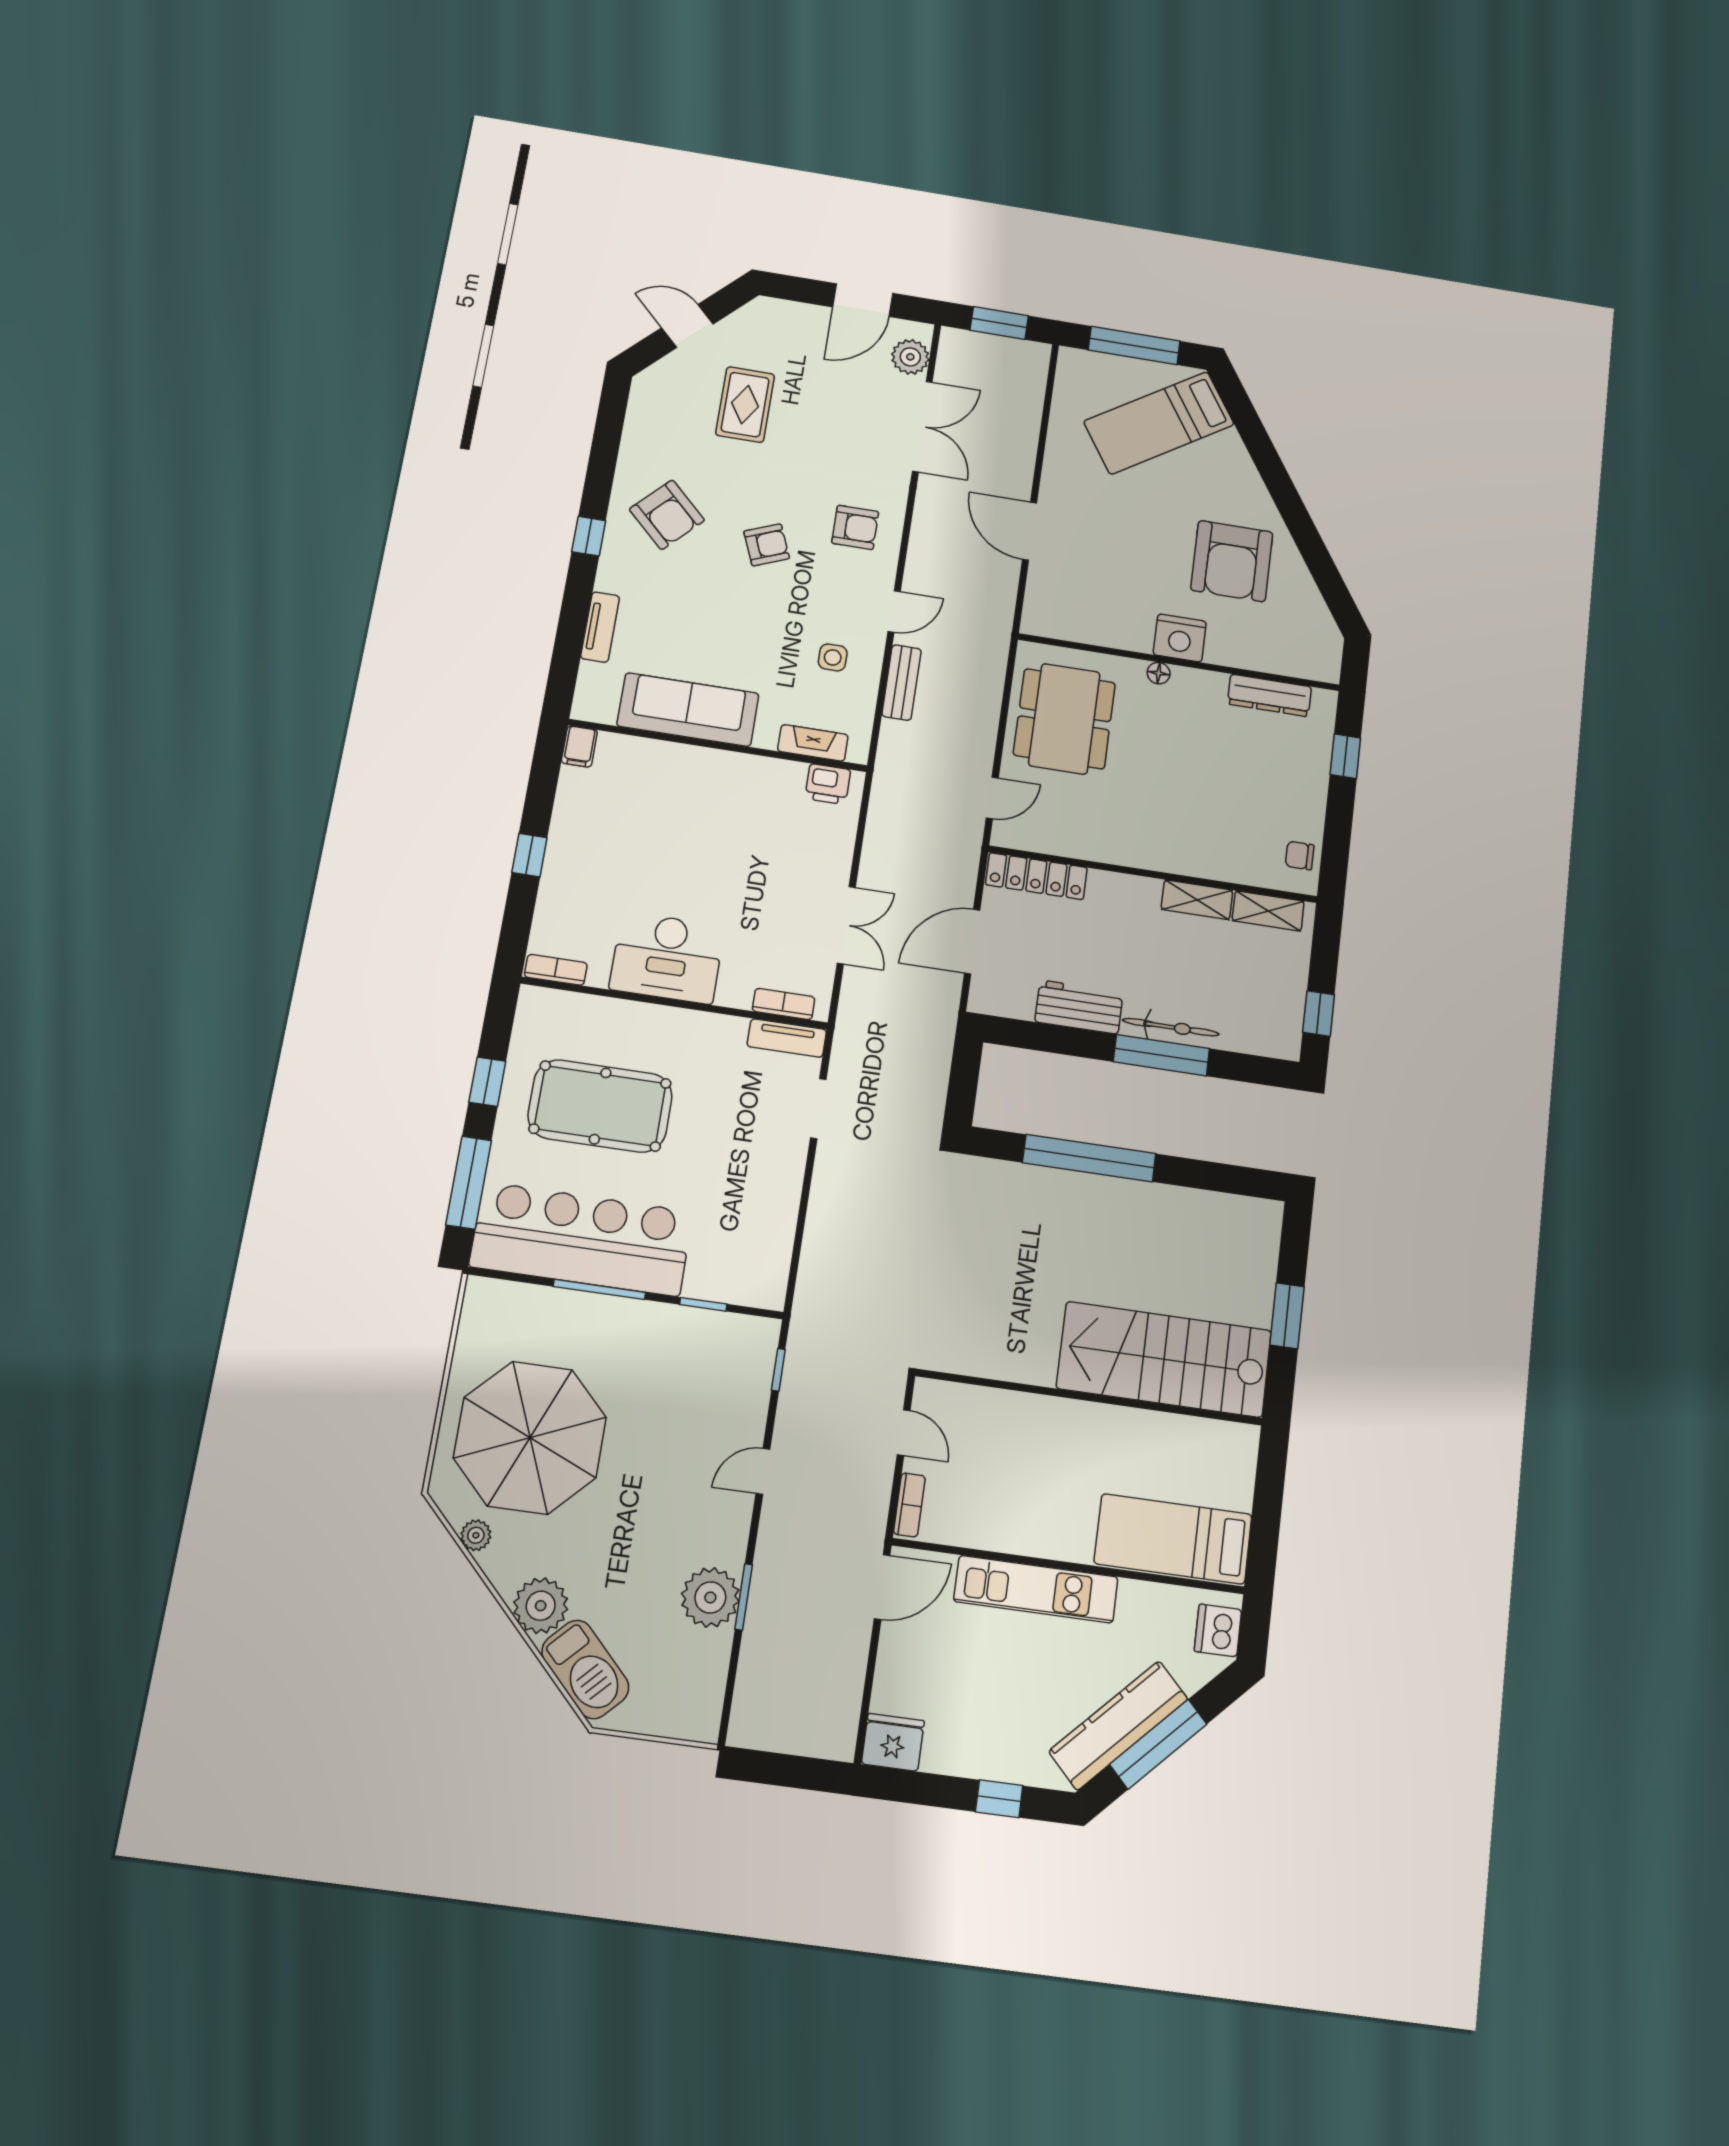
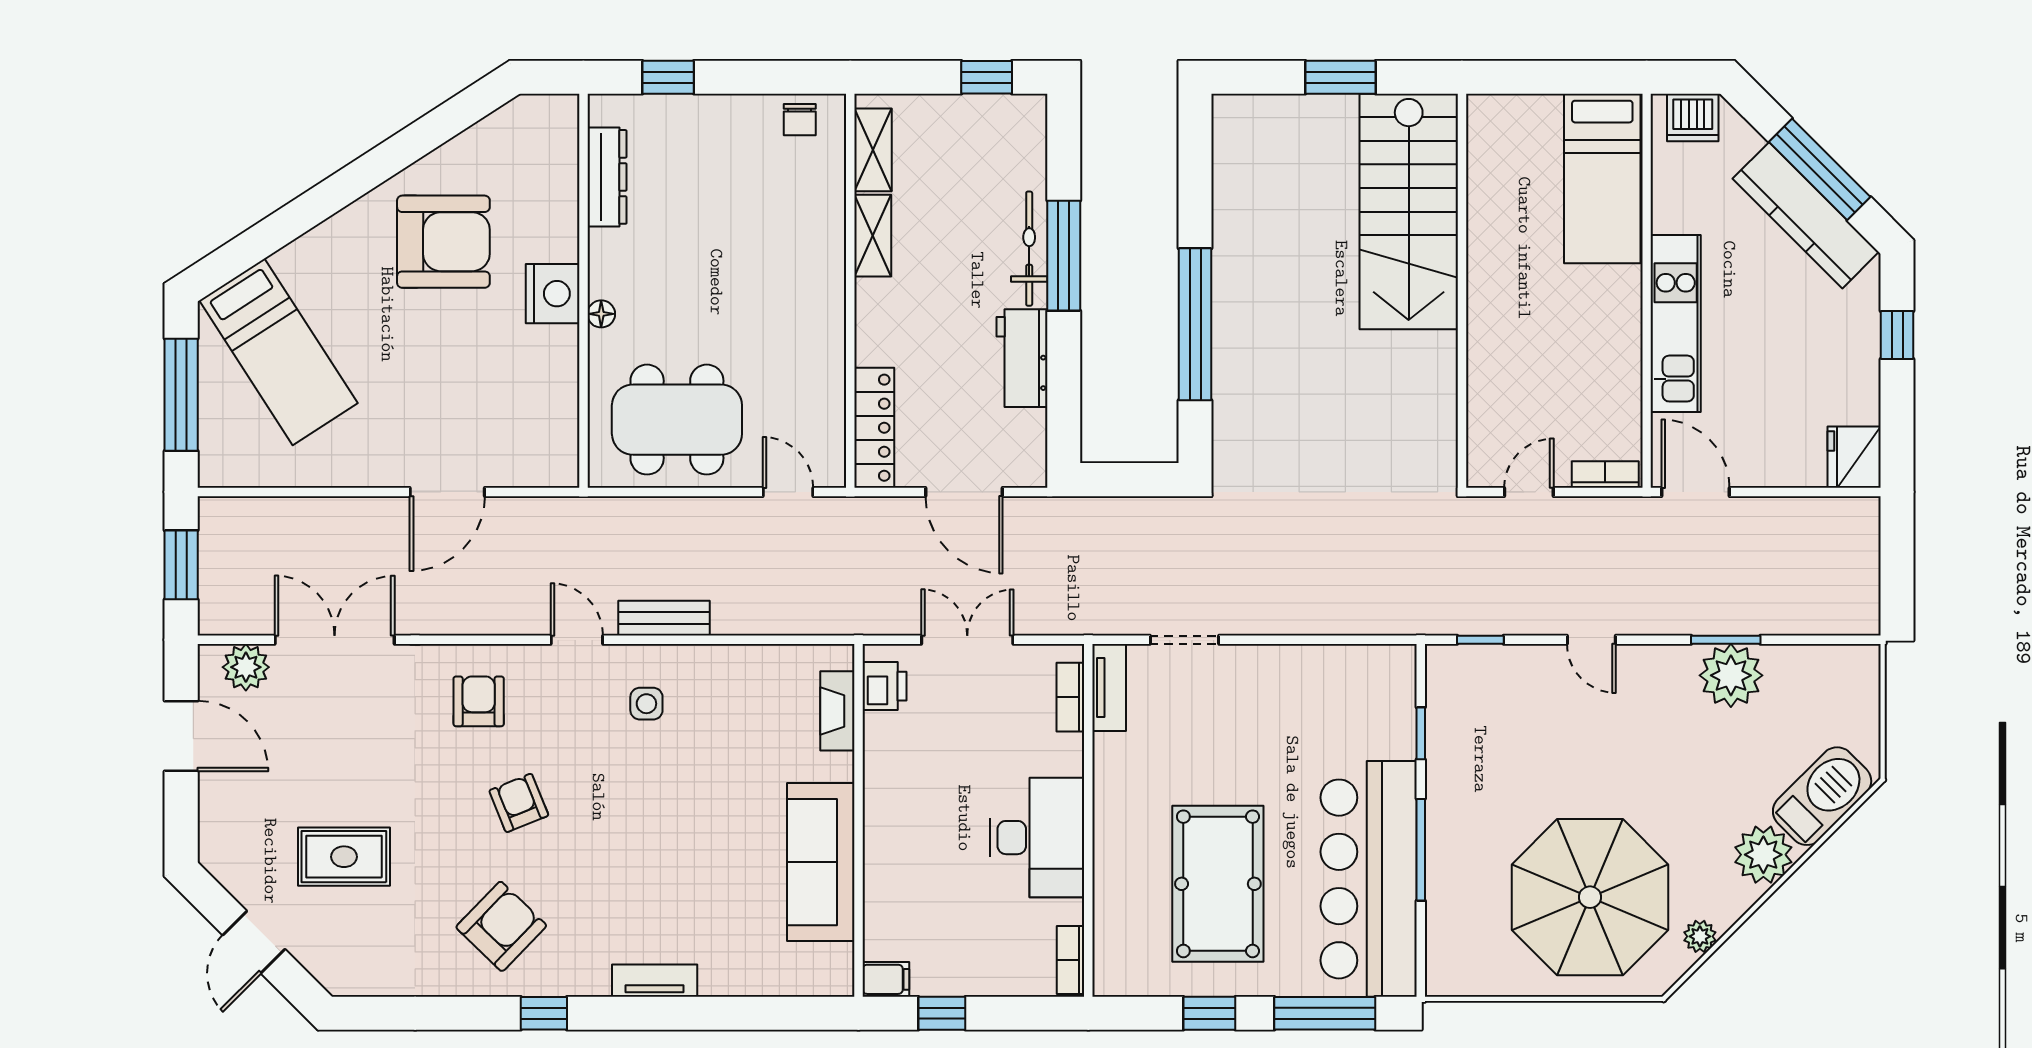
sofa: (688, 710) -> (821, 862), moved
fireplace: (813, 743) -> (837, 711), moved
wall: (718, 745) -> (858, 820), moved
filing cabinet: (579, 746) -> (886, 979), moved
printer: (828, 784) -> (884, 686), moved

